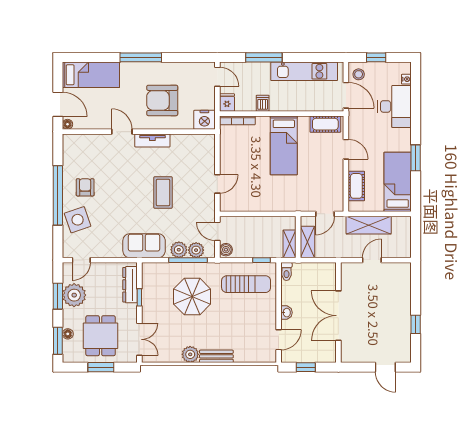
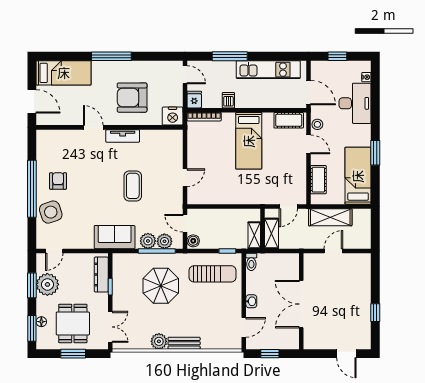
stool: (359, 74) -> (317, 124), moved
floor lamp: (67, 124) -> (41, 120), removed

